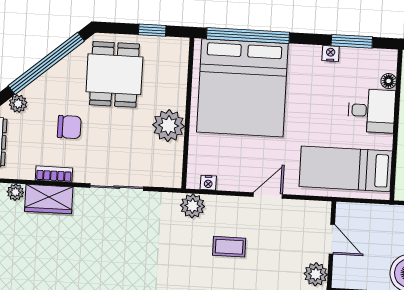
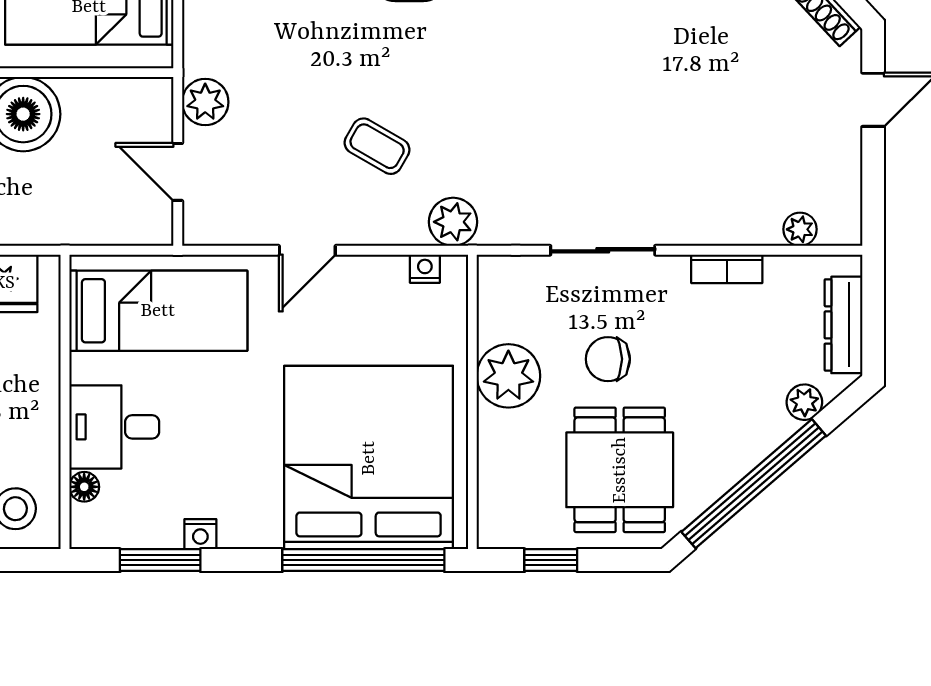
chair: (69, 127) -> (608, 359), moved
wardrobe: (49, 199) -> (734, 219), removed
coffee table: (229, 247) -> (377, 146), turned 30

